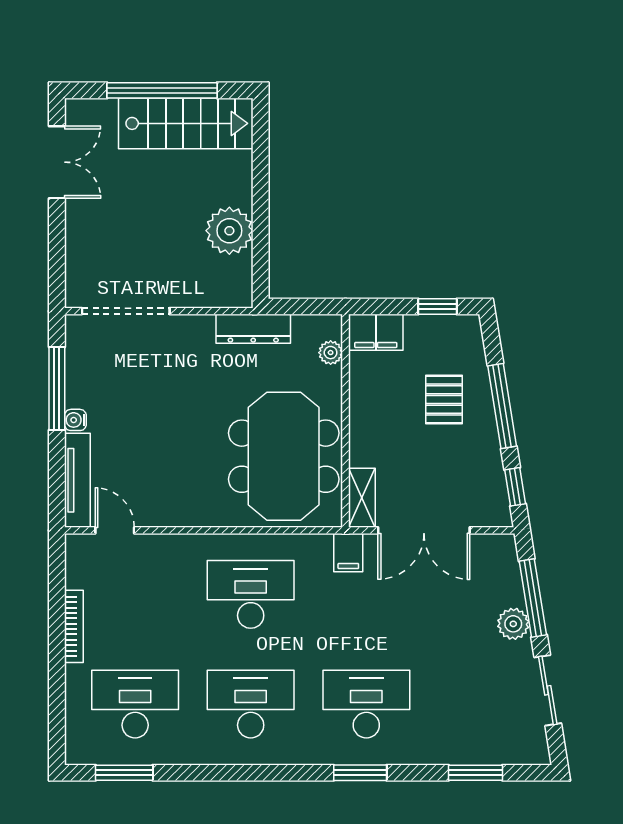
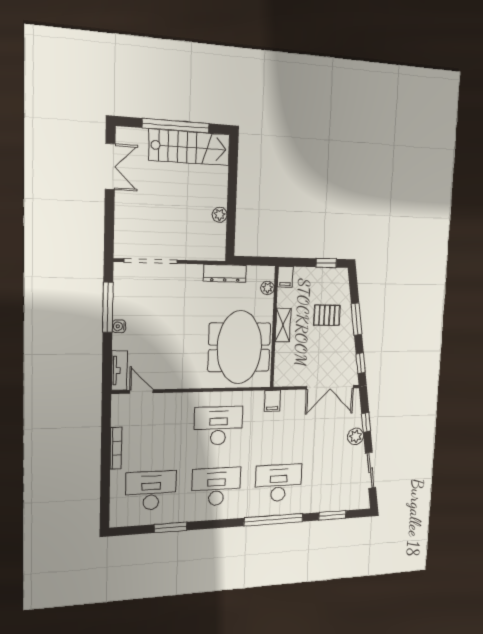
plant: (229, 231) -> (220, 215), width x0.53, depth x0.53
filing cabinet: (376, 332) -> (285, 277), width x0.50
pallet: (444, 399) -> (327, 315), turned 90
window: (502, 406) -> (357, 319), width x0.69
tv unit: (77, 480) -> (119, 370), width x0.71
shelving: (362, 498) -> (283, 325), moved
double door: (424, 530) -> (330, 387), moved
window: (533, 598) -> (366, 422), width x0.46
window: (124, 773) -> (171, 527), moved
window: (360, 773) -> (274, 520), width x2.11

